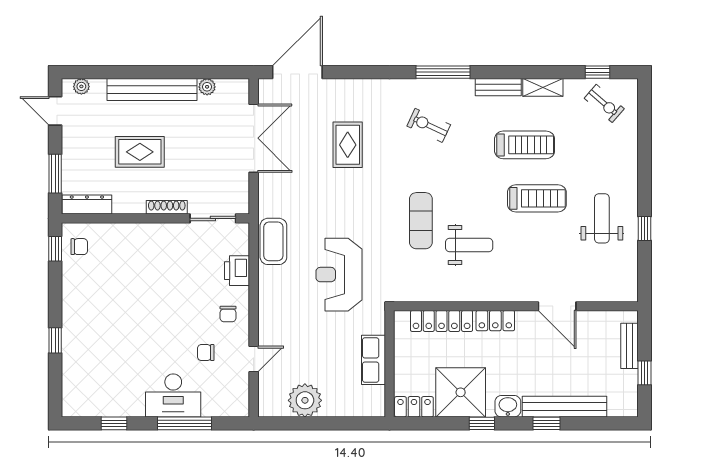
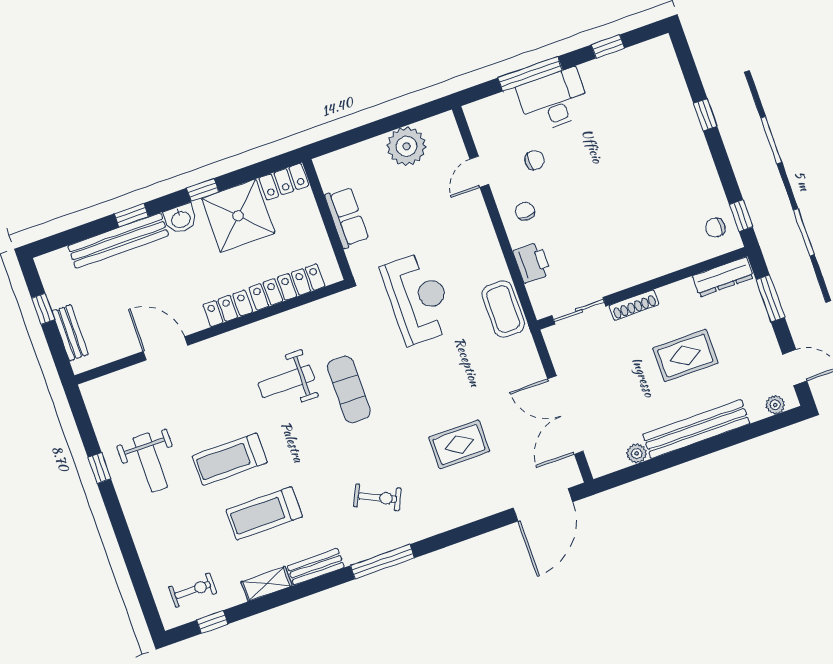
exercise bike: (604, 103) -> (193, 590), turned 139
rug: (348, 145) -> (459, 444), turned 90

